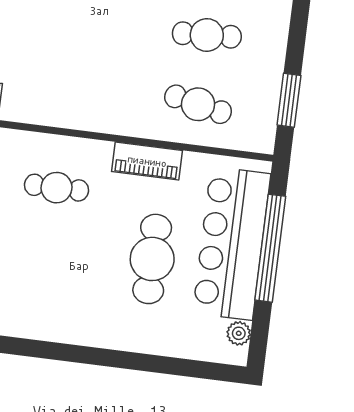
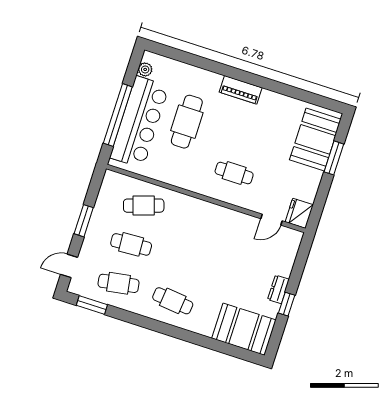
window: (289, 100) -> (84, 221), moved
cafe table: (198, 104) -> (144, 206), turned -30
piano: (147, 161) -> (241, 90), moved, turned 180

